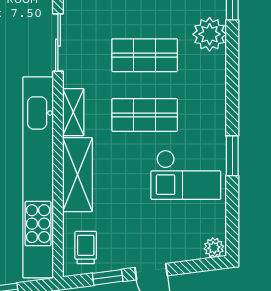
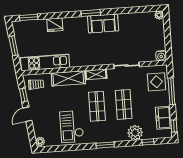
window: (232, 156) -> (105, 145), moved
kitchen unit: (38, 177) -> (45, 62), width x0.54

